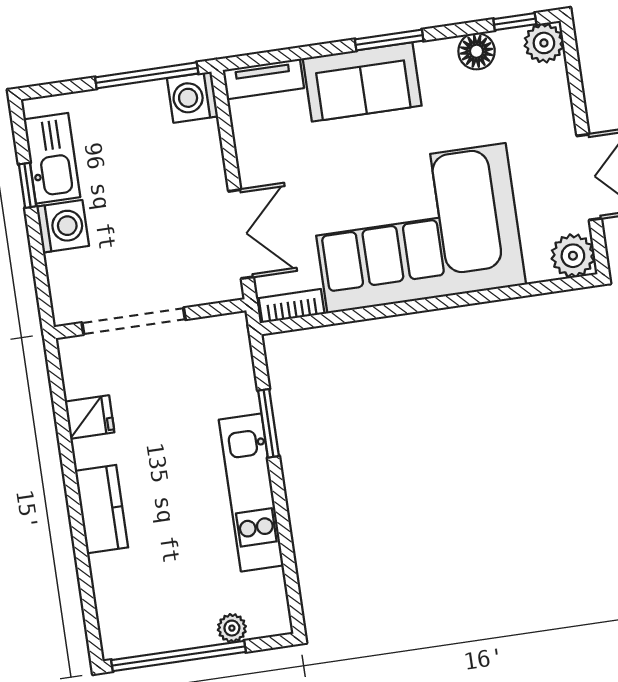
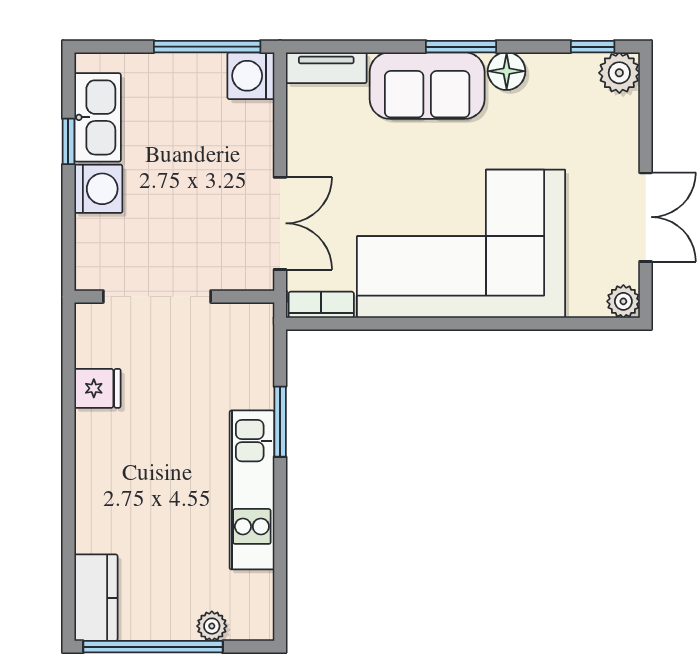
floor lamp: (477, 51) -> (507, 71), moved
plant: (573, 256) -> (623, 301), width x0.73, depth x0.73
kitchen counter: (101, 509) -> (96, 598), moved

